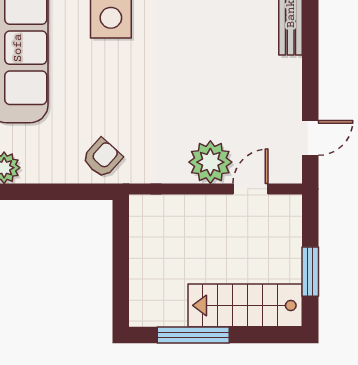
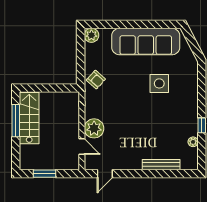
door: (310, 138) -> (105, 174), hinge flipped
stairs: (245, 305) -> (29, 118), moved

